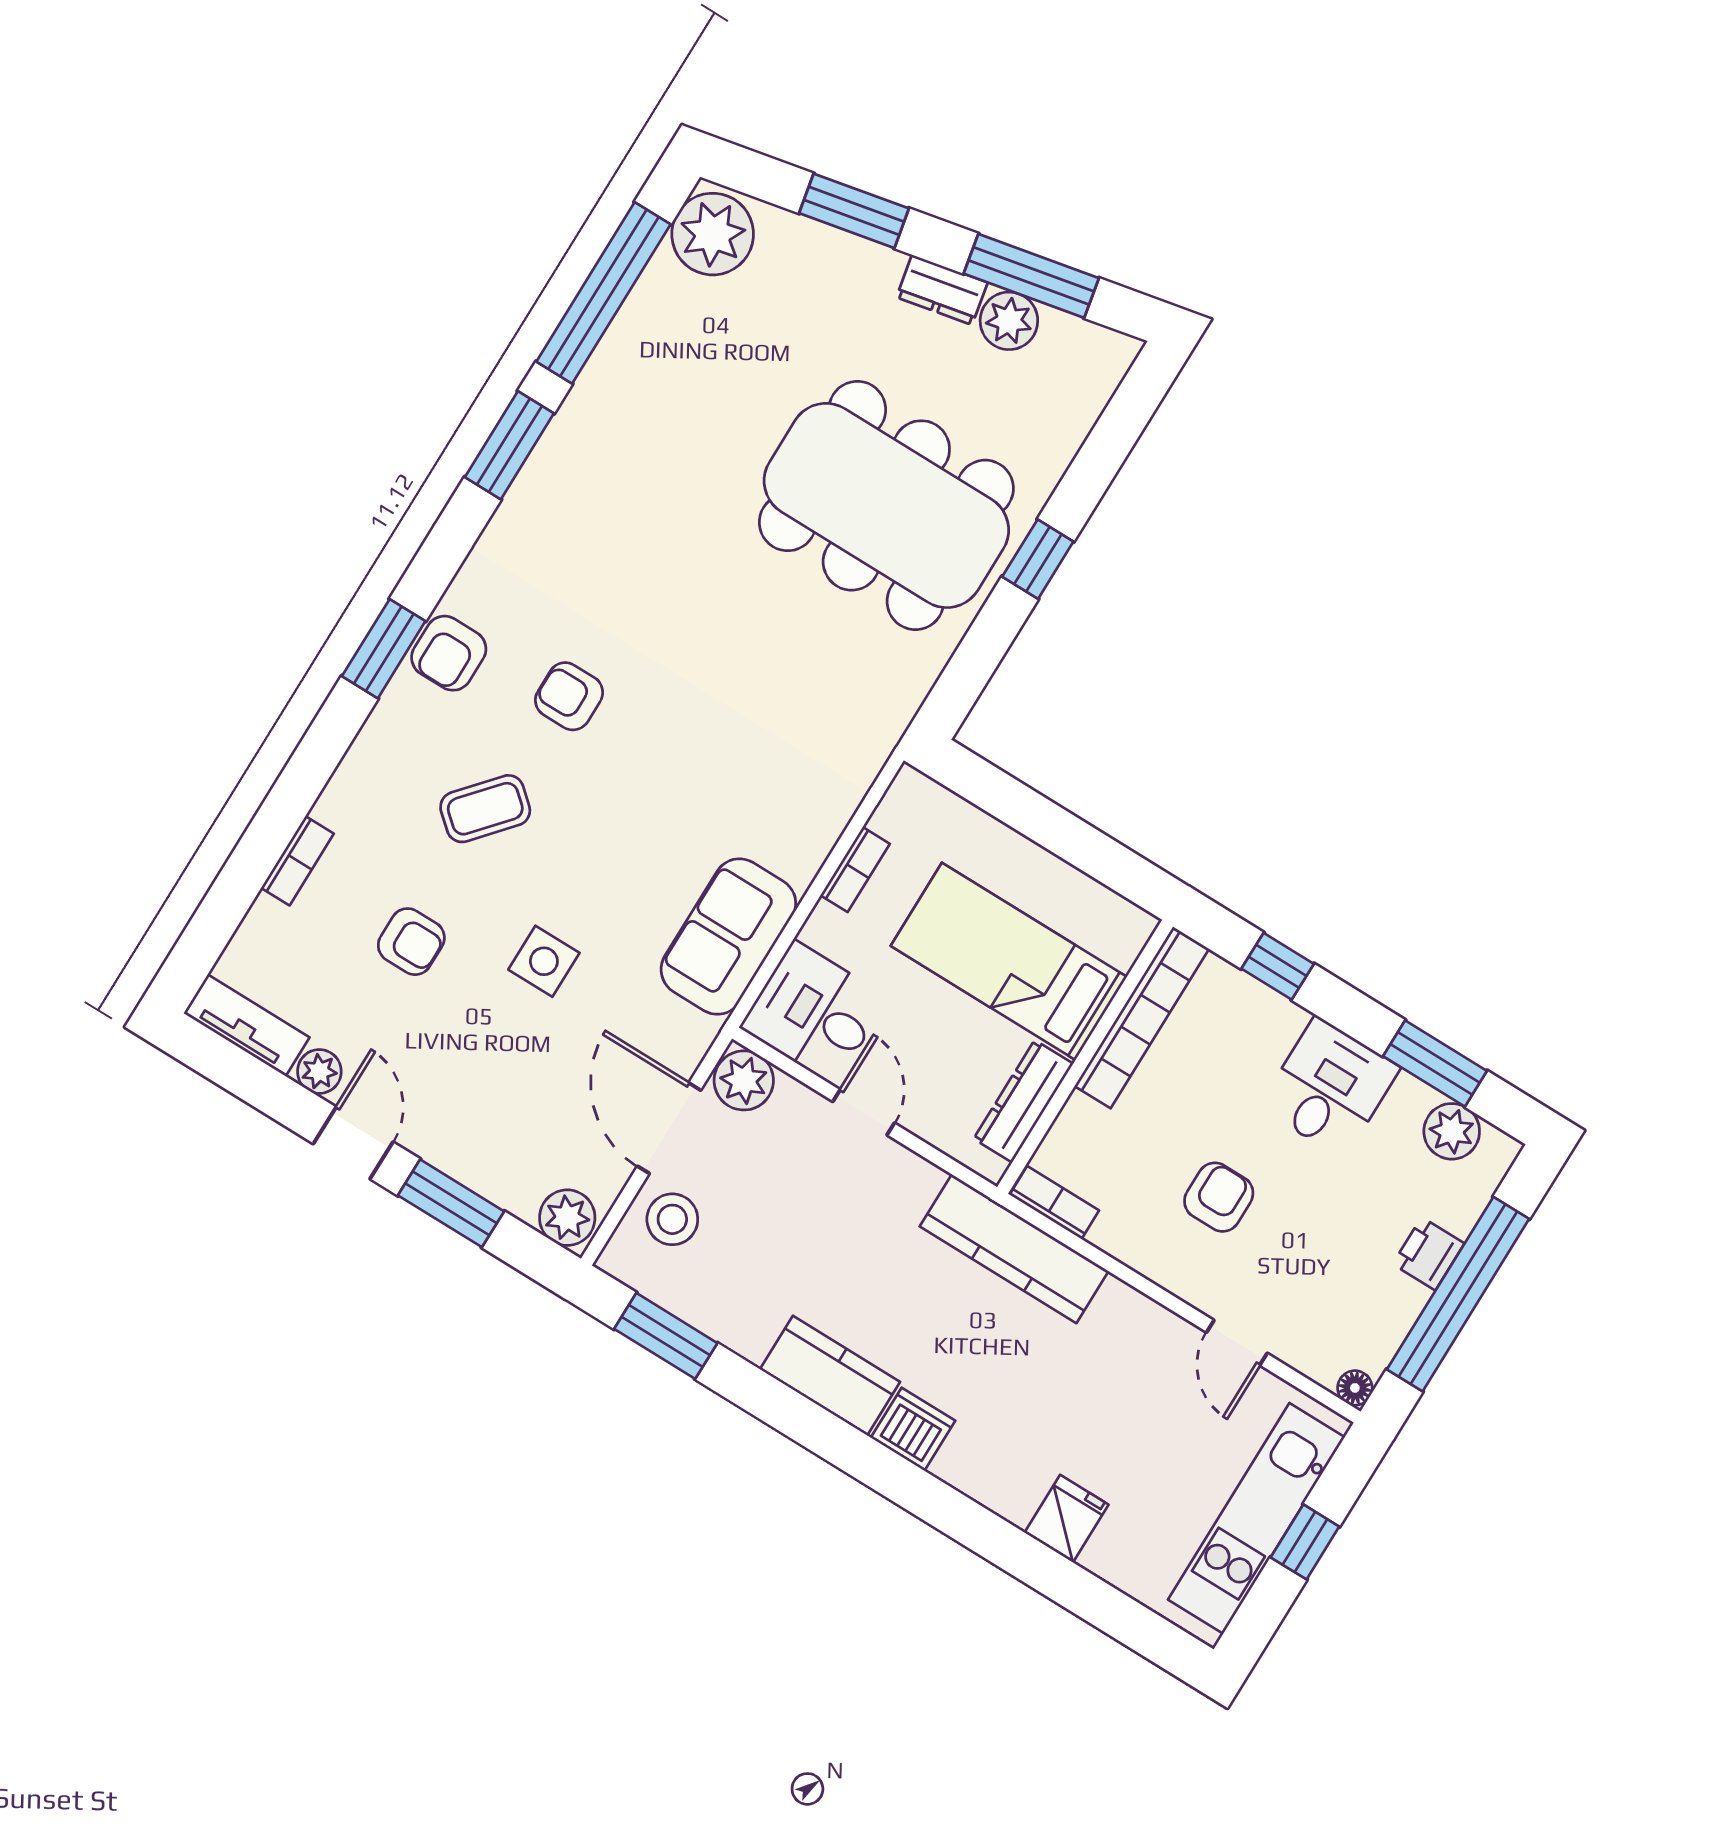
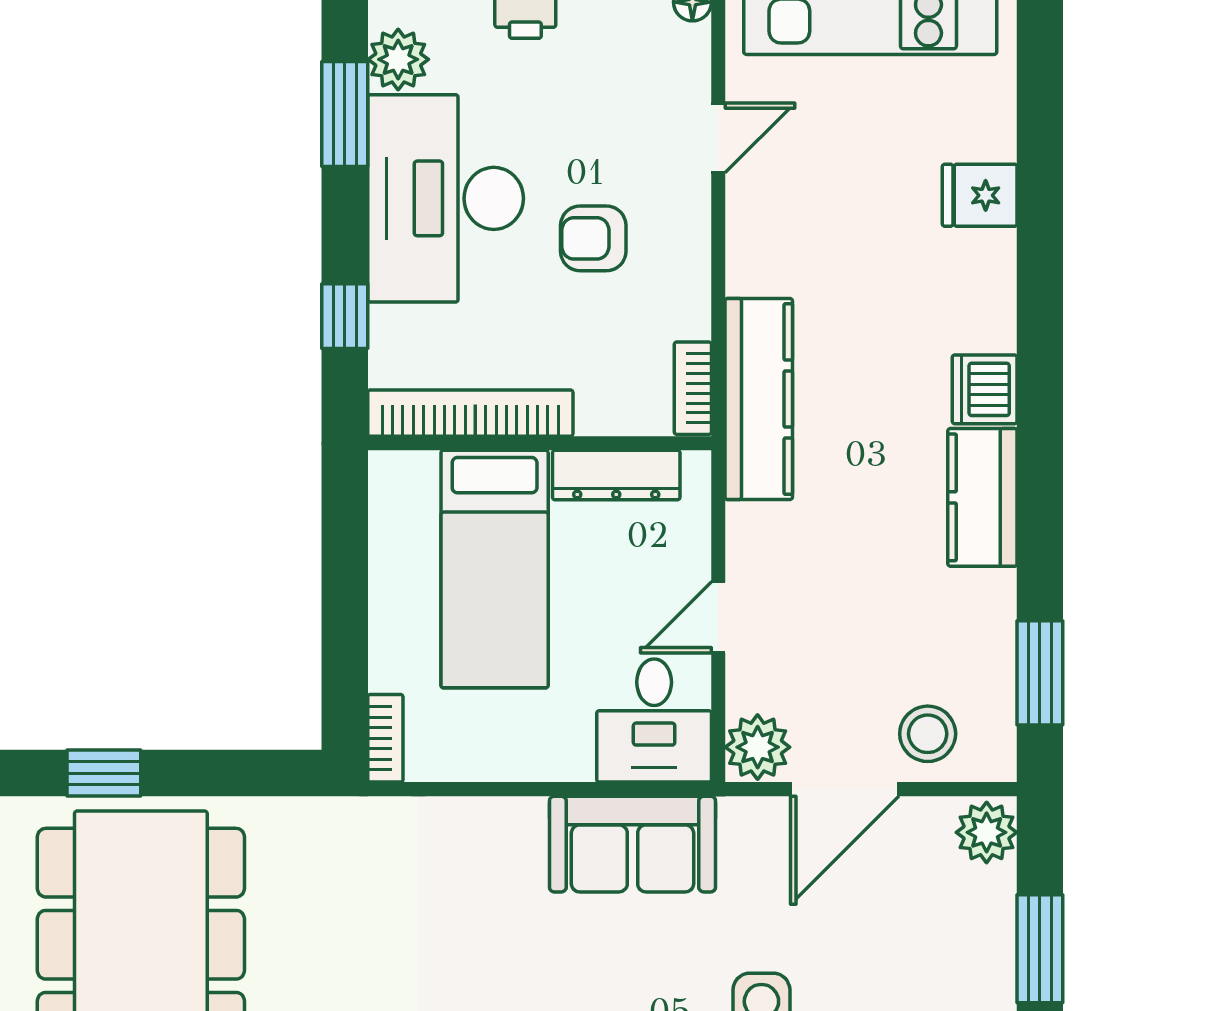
bookcase: (855, 870) -> (385, 738), moved, turned 90
desk: (1329, 1087) -> (446, 198), width x1.87, depth x1.30

